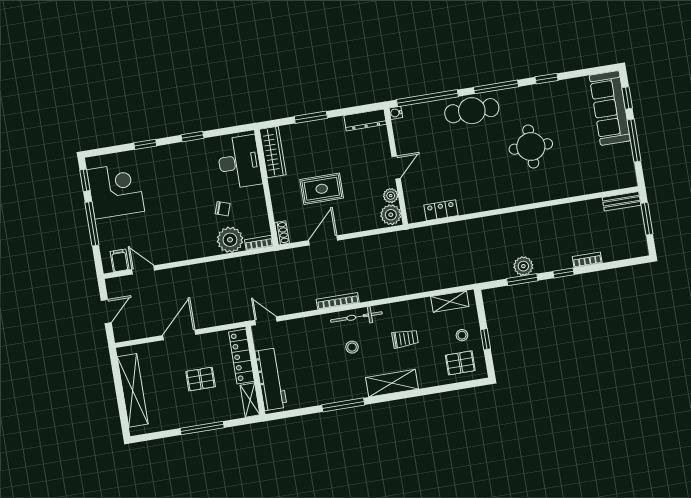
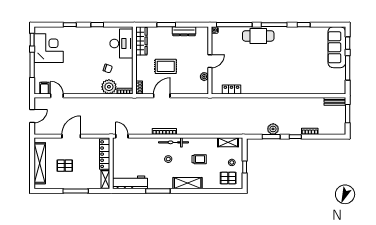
dresser: (365, 120) -> (184, 31), moved
round table: (531, 147) -> (288, 62), removed
plant: (391, 215) -> (203, 87), removed
pallet: (201, 379) -> (65, 166), moved
workbench: (271, 379) -> (130, 182), moved, turned -90

